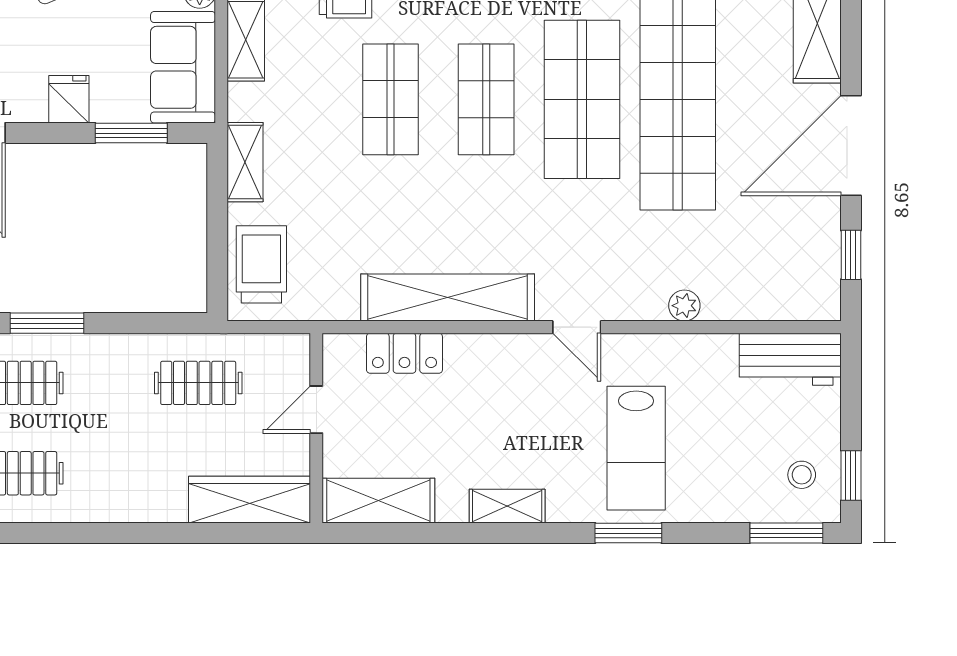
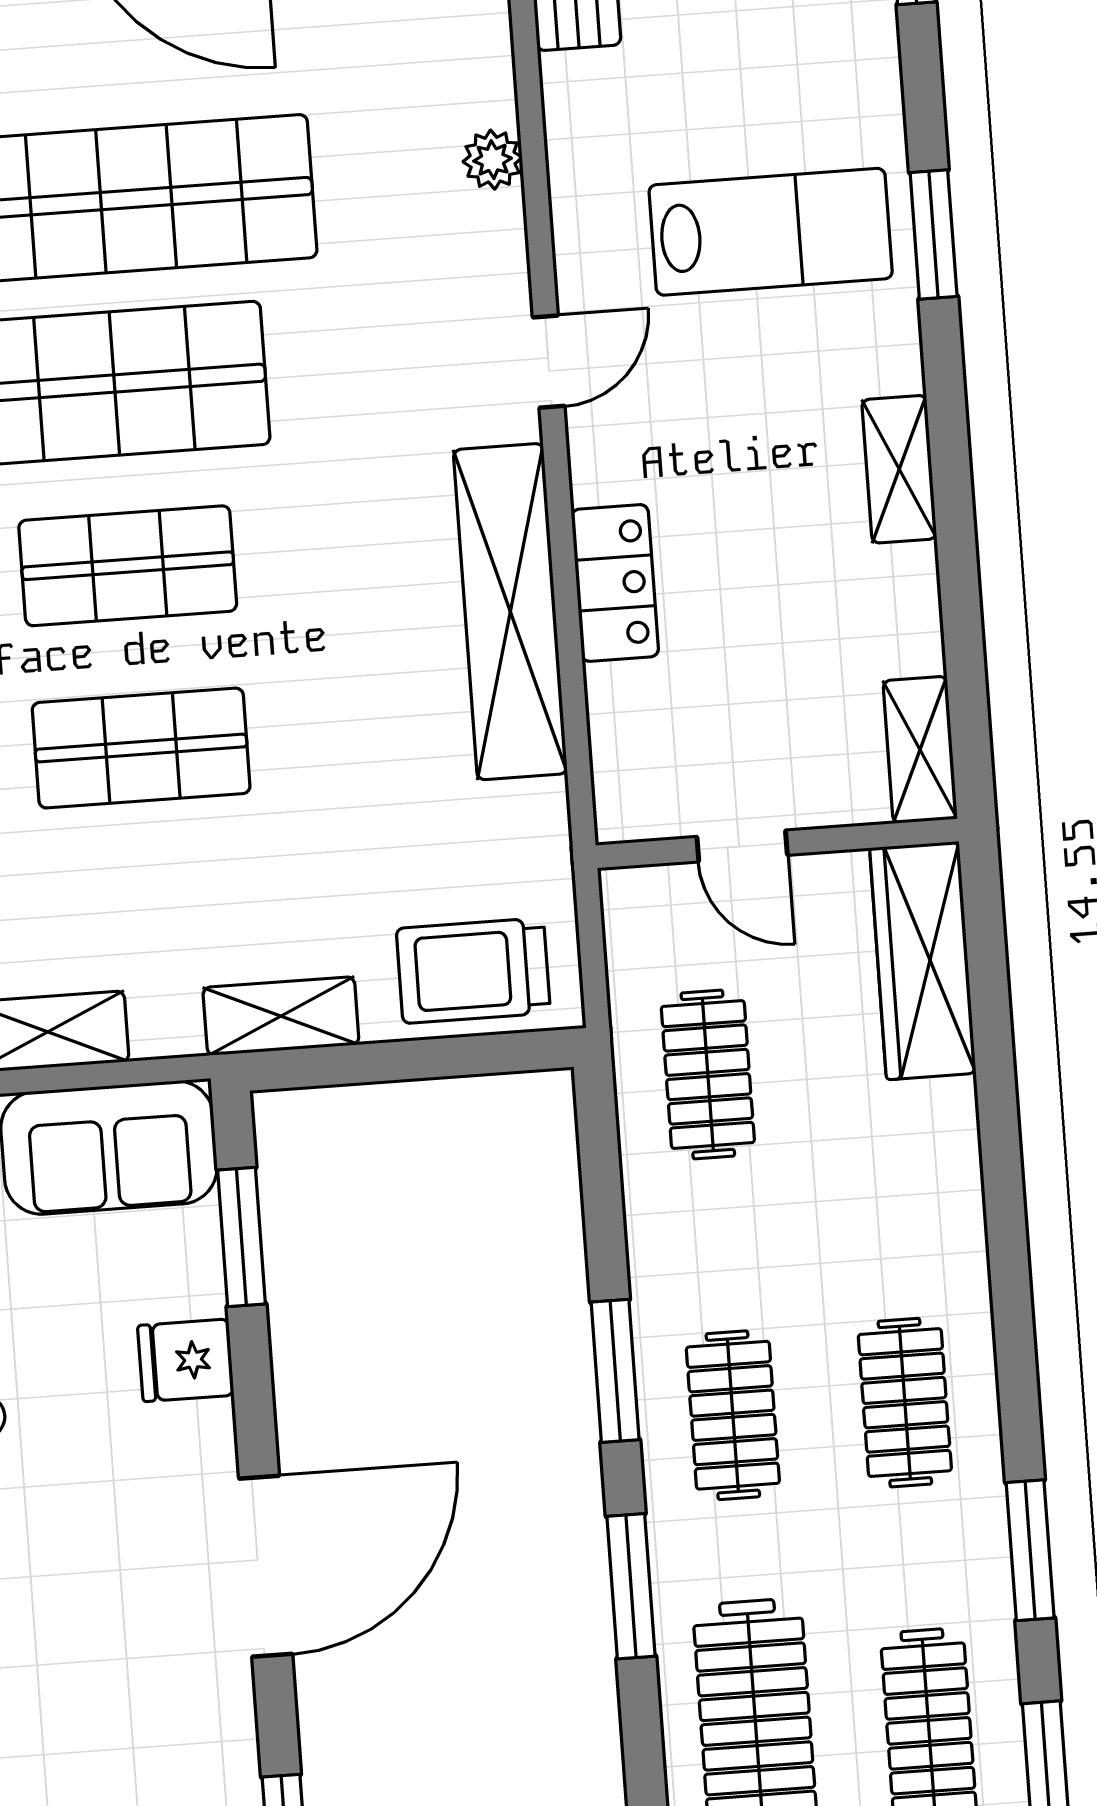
locker: (404, 353) -> (615, 583), moved
shelving: (378, 501) -> (920, 750), width x0.67, depth x0.75

